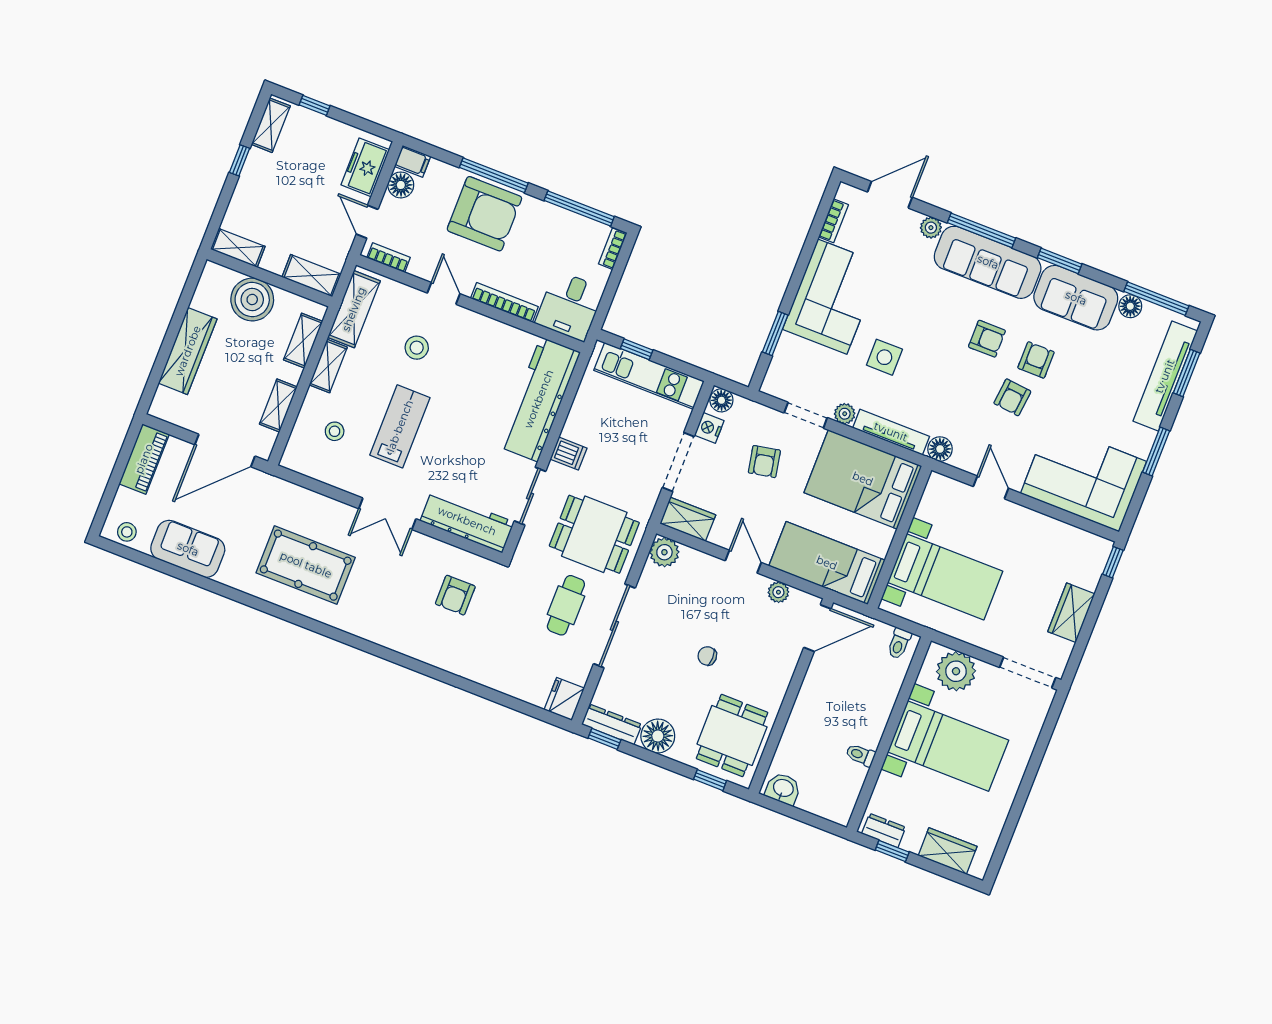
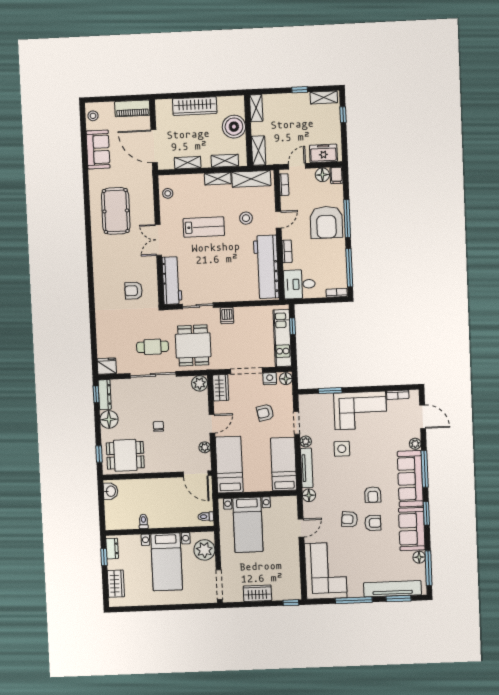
bookcase: (504, 302) -> (287, 251), width x0.64
workbench: (539, 399) -> (266, 267), moved, turned -90
stool: (335, 431) -> (168, 193), moved
window: (1156, 452) -> (354, 600), width x1.44
bed: (863, 479) -> (284, 464), width x0.67

